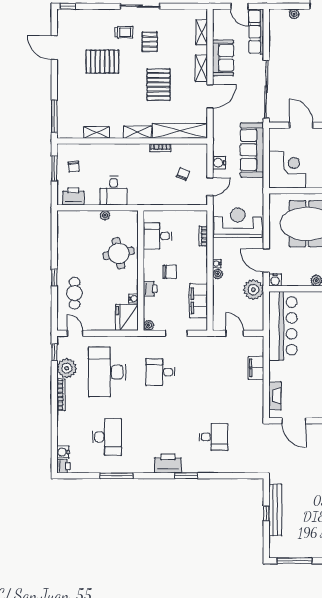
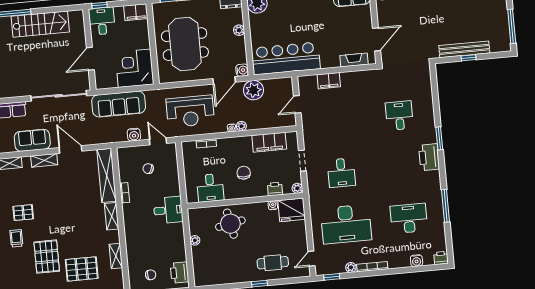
pallet: (159, 85) -> (82, 269), moved
desk: (114, 191) -> (168, 210), moved
reception desk: (238, 223) -> (190, 111), turned -90
printer: (150, 289) -> (275, 189), moved
plant: (67, 368) -> (351, 267), width x0.53, depth x0.53
water cooler: (63, 452) -> (417, 261), moved

